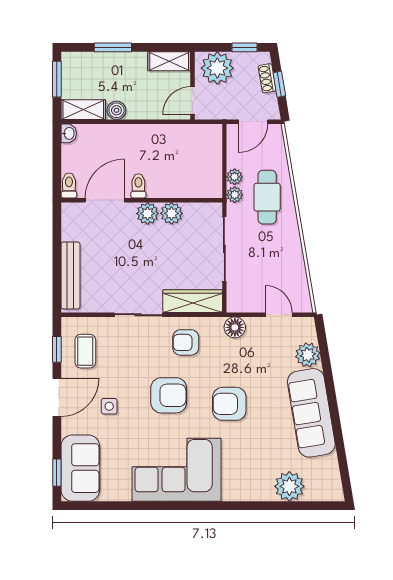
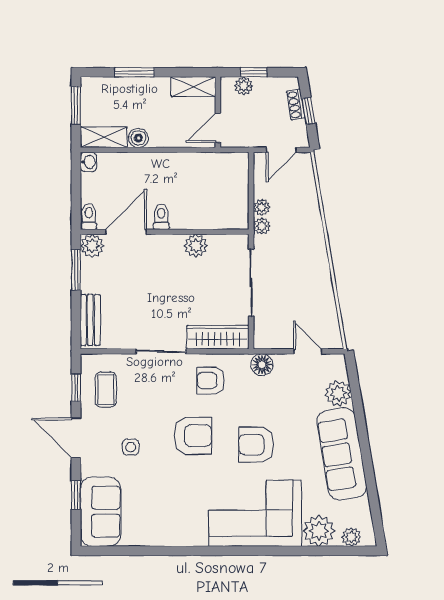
window: (245, 47) -> (254, 72), moved
plant: (217, 68) -> (244, 86), width x0.53, depth x0.53
cafe table: (267, 197) -> (296, 229), removed
plant: (148, 213) -> (92, 246), moved
window: (57, 237) -> (76, 270), added
bench: (70, 275) -> (90, 320), width x0.73
door: (57, 397) -> (76, 438), swing flipped
corner sofa: (177, 470) -> (255, 513), moved
window: (57, 473) -> (76, 495), moved
plant: (320, 492) -> (351, 537), added

